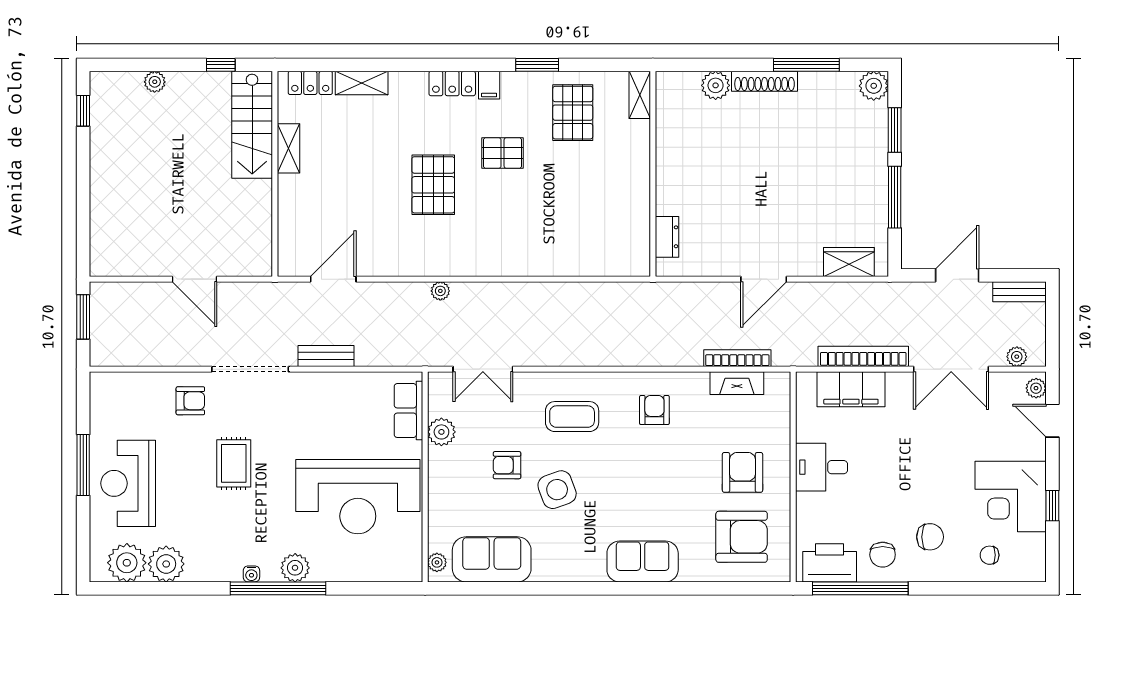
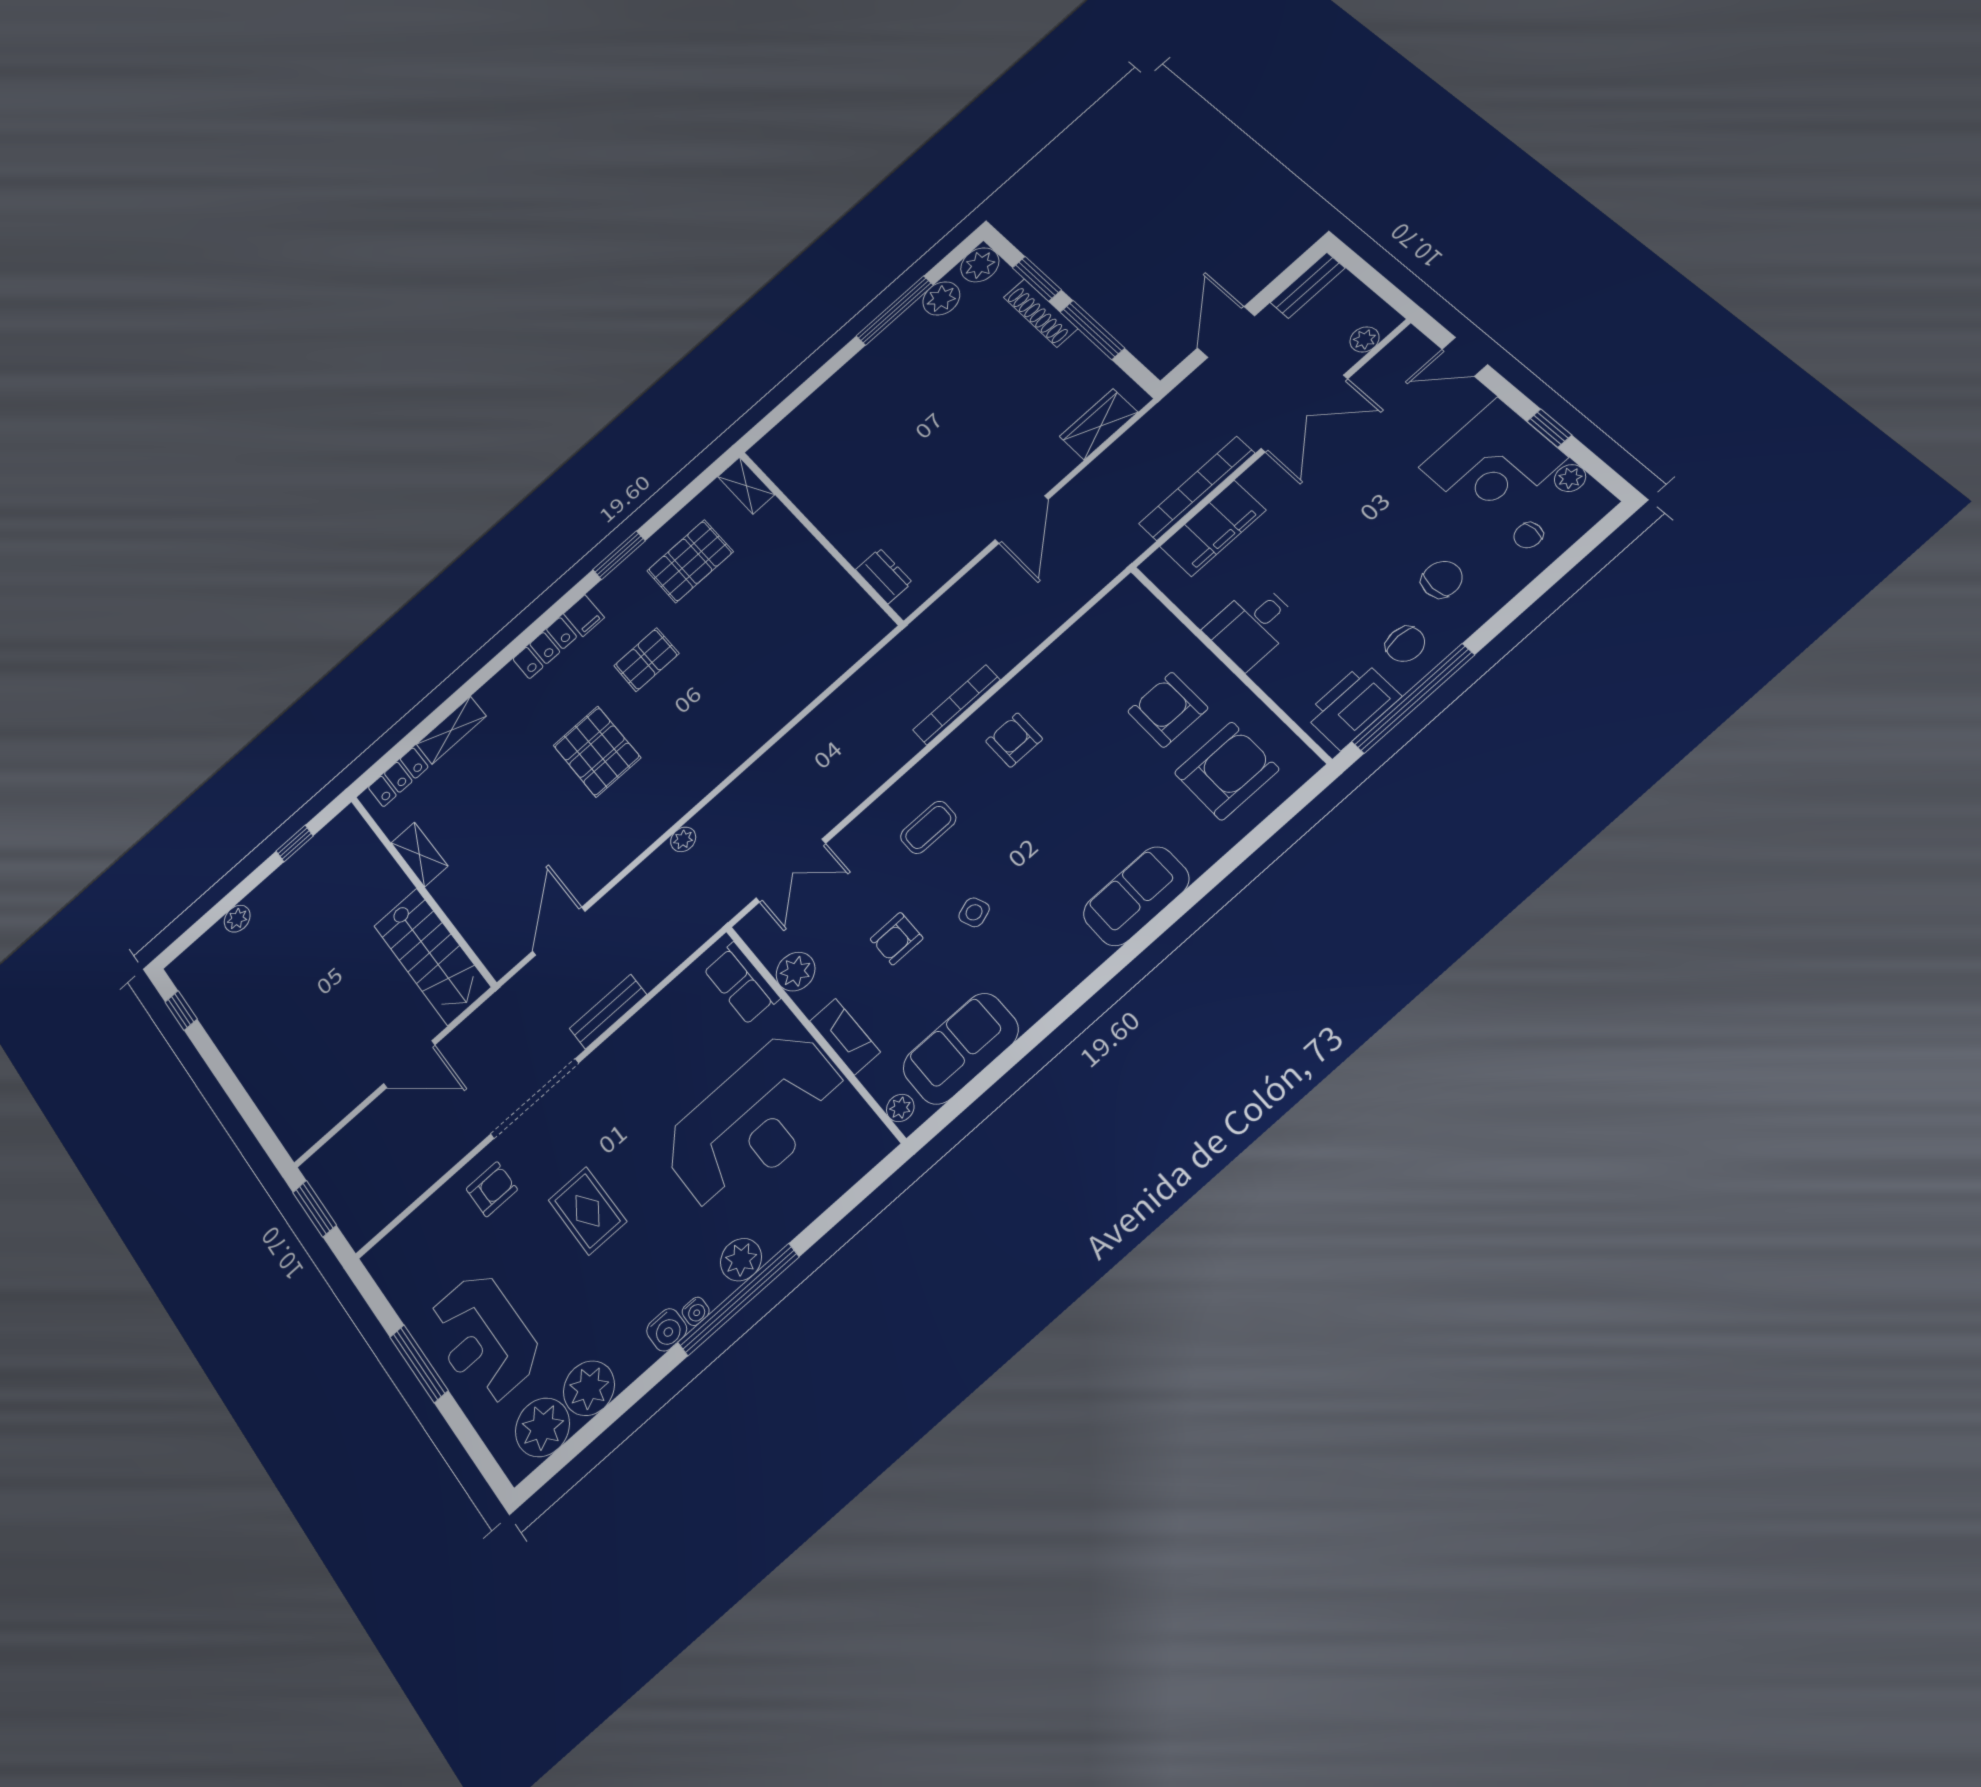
shoe rack: (765, 81) -> (1040, 313), moved, turned 90
plant: (716, 85) -> (941, 298), moved
pallet: (573, 113) -> (690, 561), turned 90
stairs: (252, 125) -> (432, 956), moved
bookcase: (737, 358) -> (956, 705), moved
fireplace: (737, 383) -> (845, 1037), moved, turned -90
plant: (1036, 388) -> (1570, 478), moved
coffee table: (572, 417) -> (928, 827), width x0.73, depth x0.77
side table: (557, 490) -> (974, 912), width x0.54, depth x0.54
water cooler: (229, 570) -> (667, 1330), added

